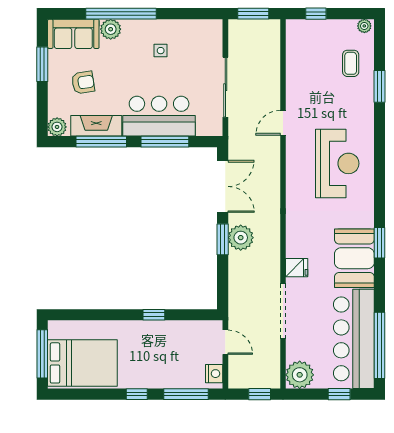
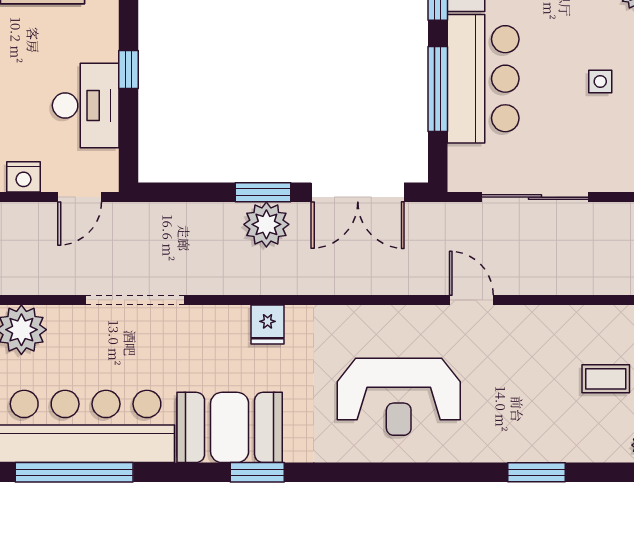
coffee table: (351, 63) -> (606, 379), moved
fridge: (297, 268) -> (268, 325), moved
desk: (174, 339) -> (86, 105), added

